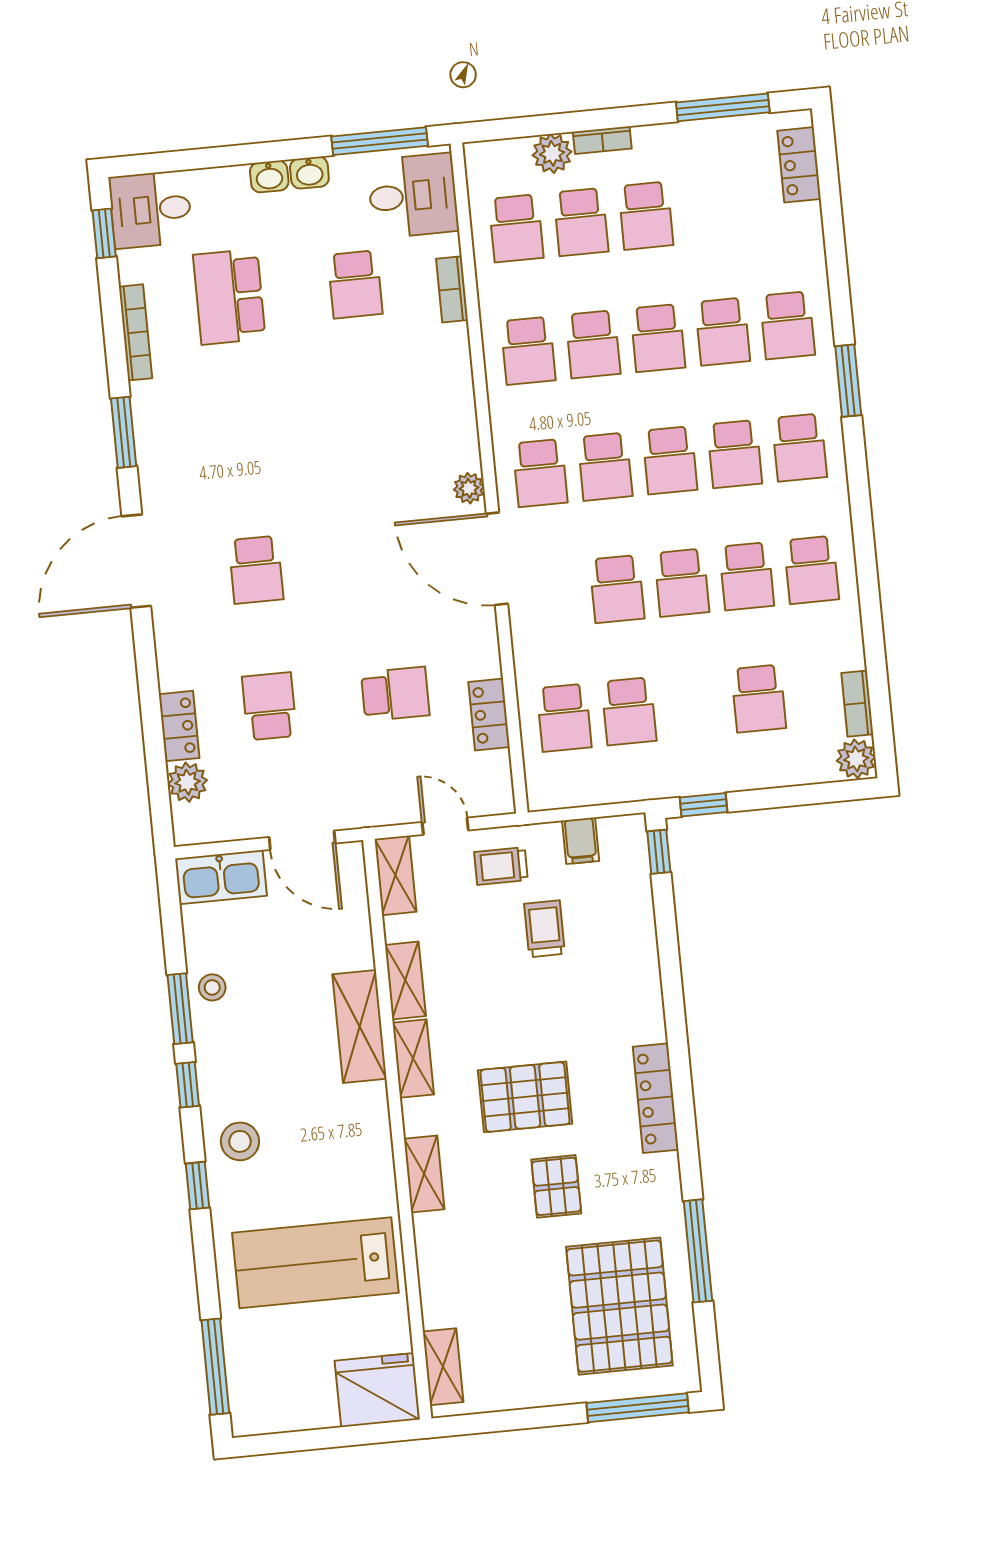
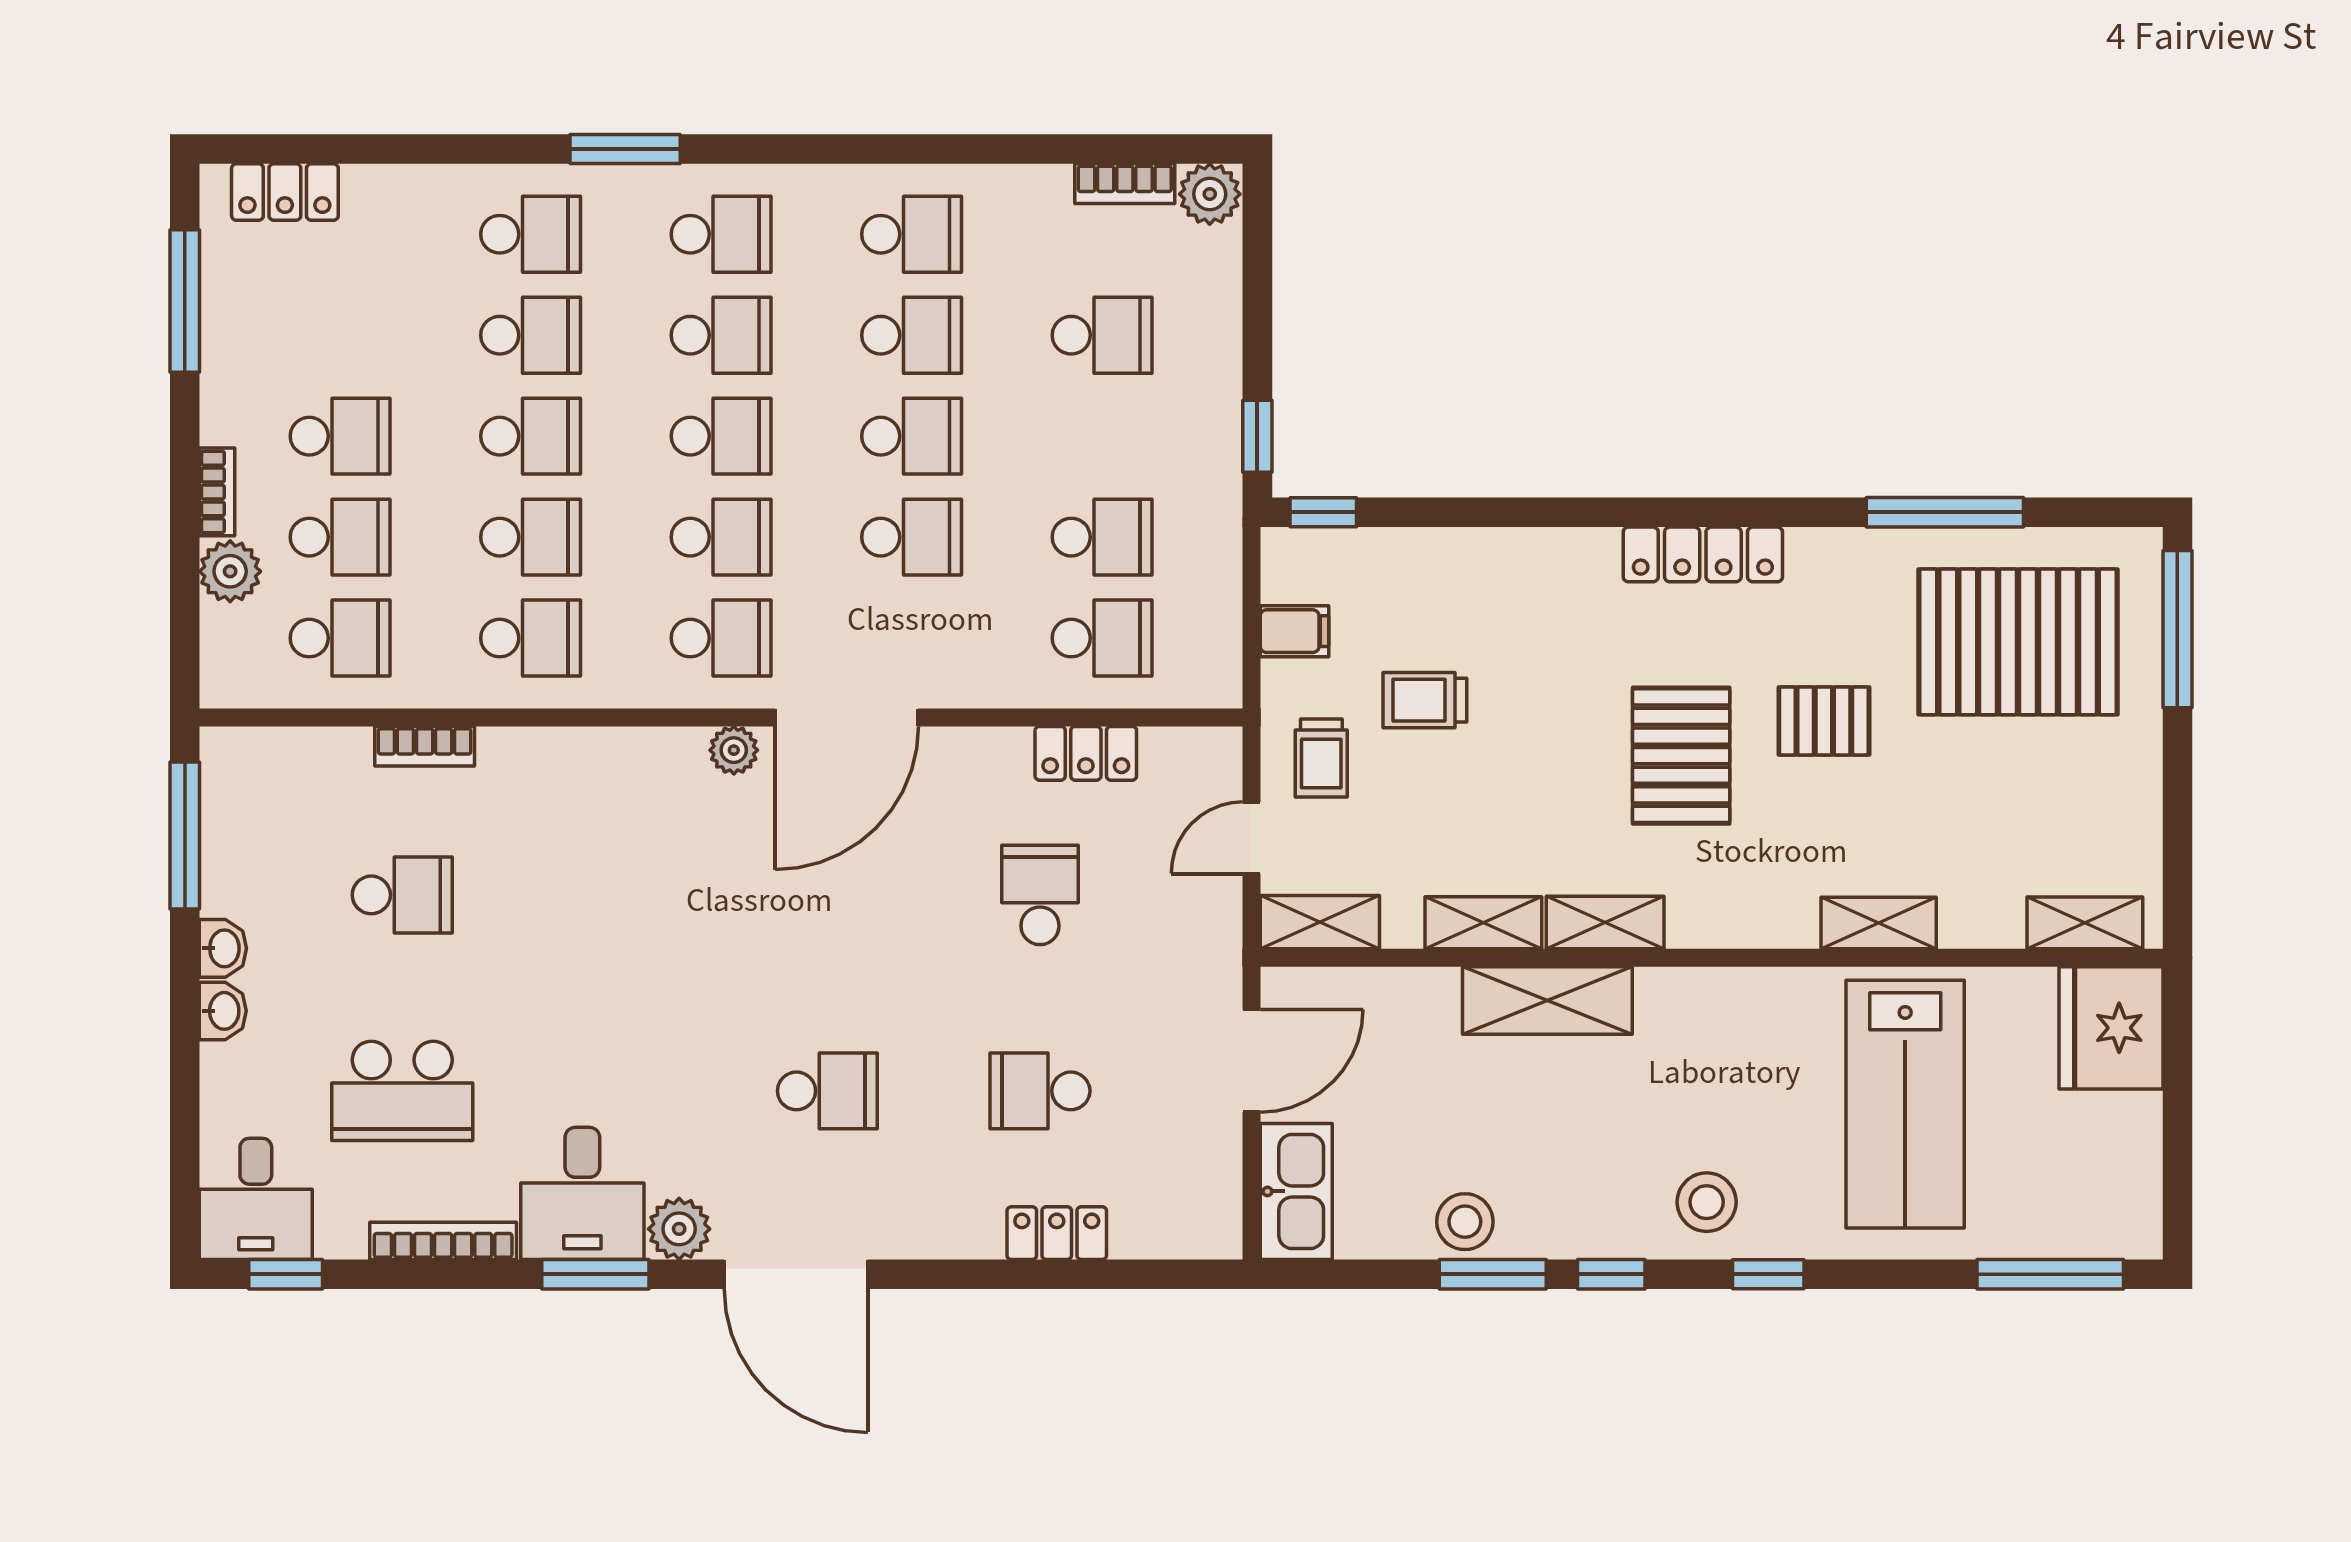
desk: (413, 196) -> (582, 1193), moved, turned 180
plant: (187, 782) -> (679, 1229), moved
stool: (212, 987) -> (1465, 1222), width x1.37, depth x1.37
shelving: (424, 1174) -> (1879, 923), moved

